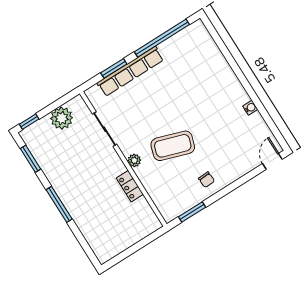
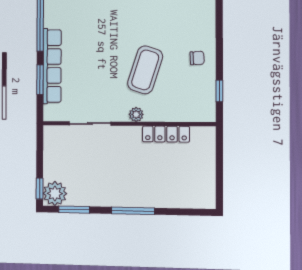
plant: (62, 118) -> (55, 193), moved
locker: (130, 186) -> (166, 134), width x1.53
window: (192, 212) -> (219, 91), width x0.67

